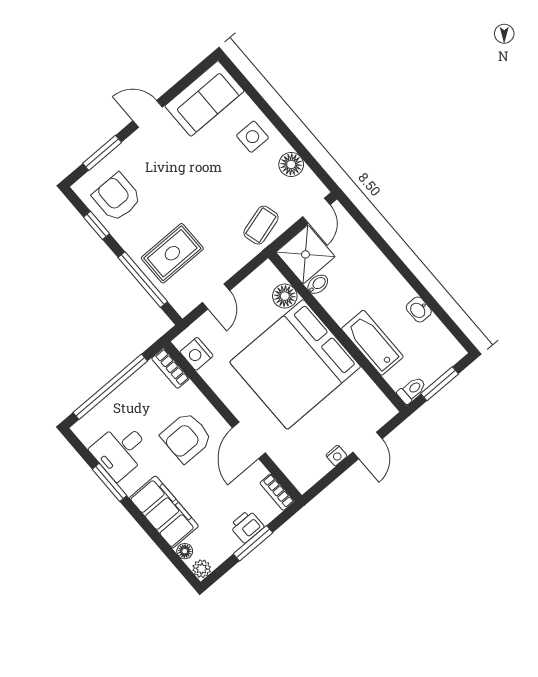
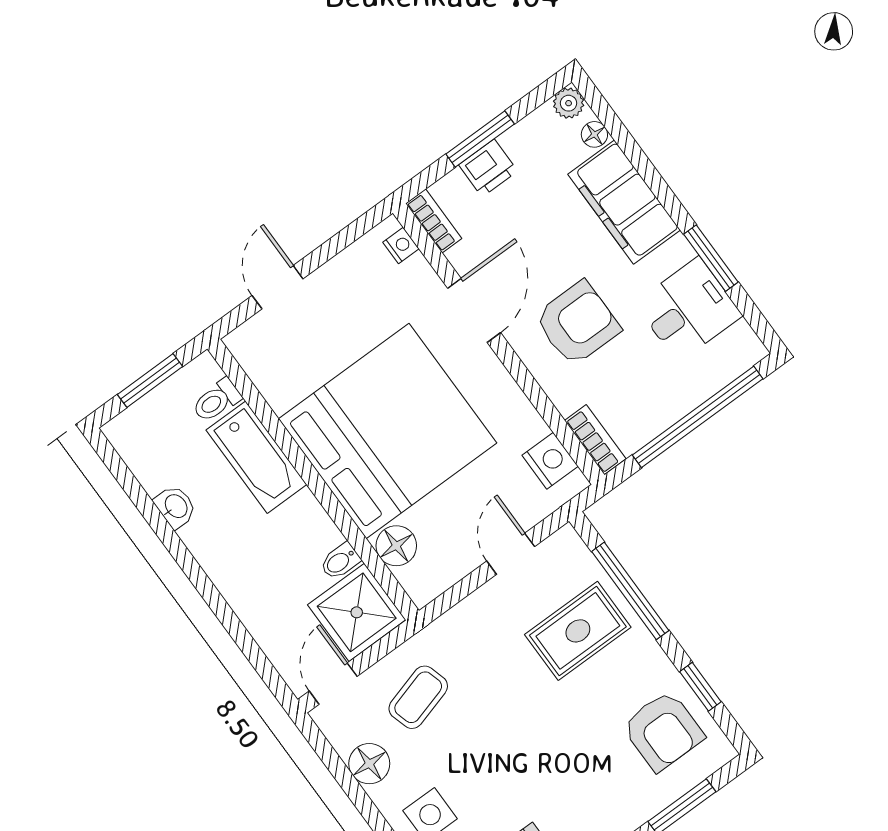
coffee table: (261, 225) -> (418, 697), moved
toilet: (412, 390) -> (217, 400), moved
nightstand: (336, 456) -> (401, 245), moved, turned 90

